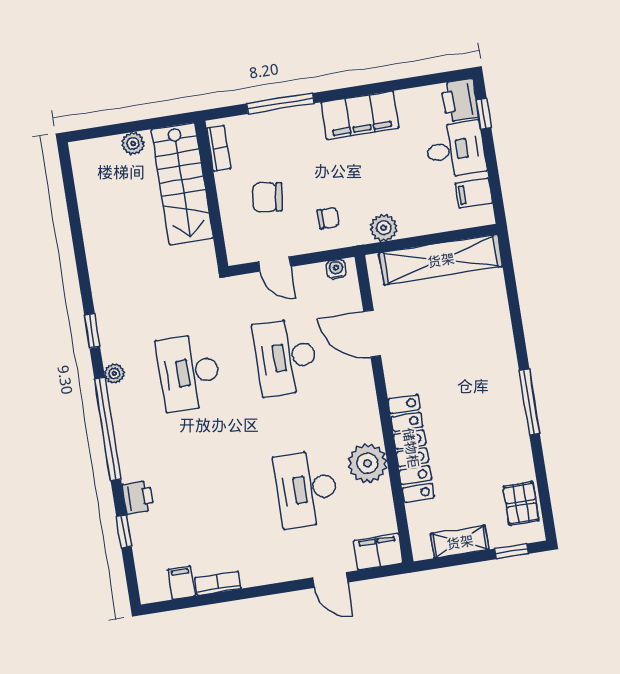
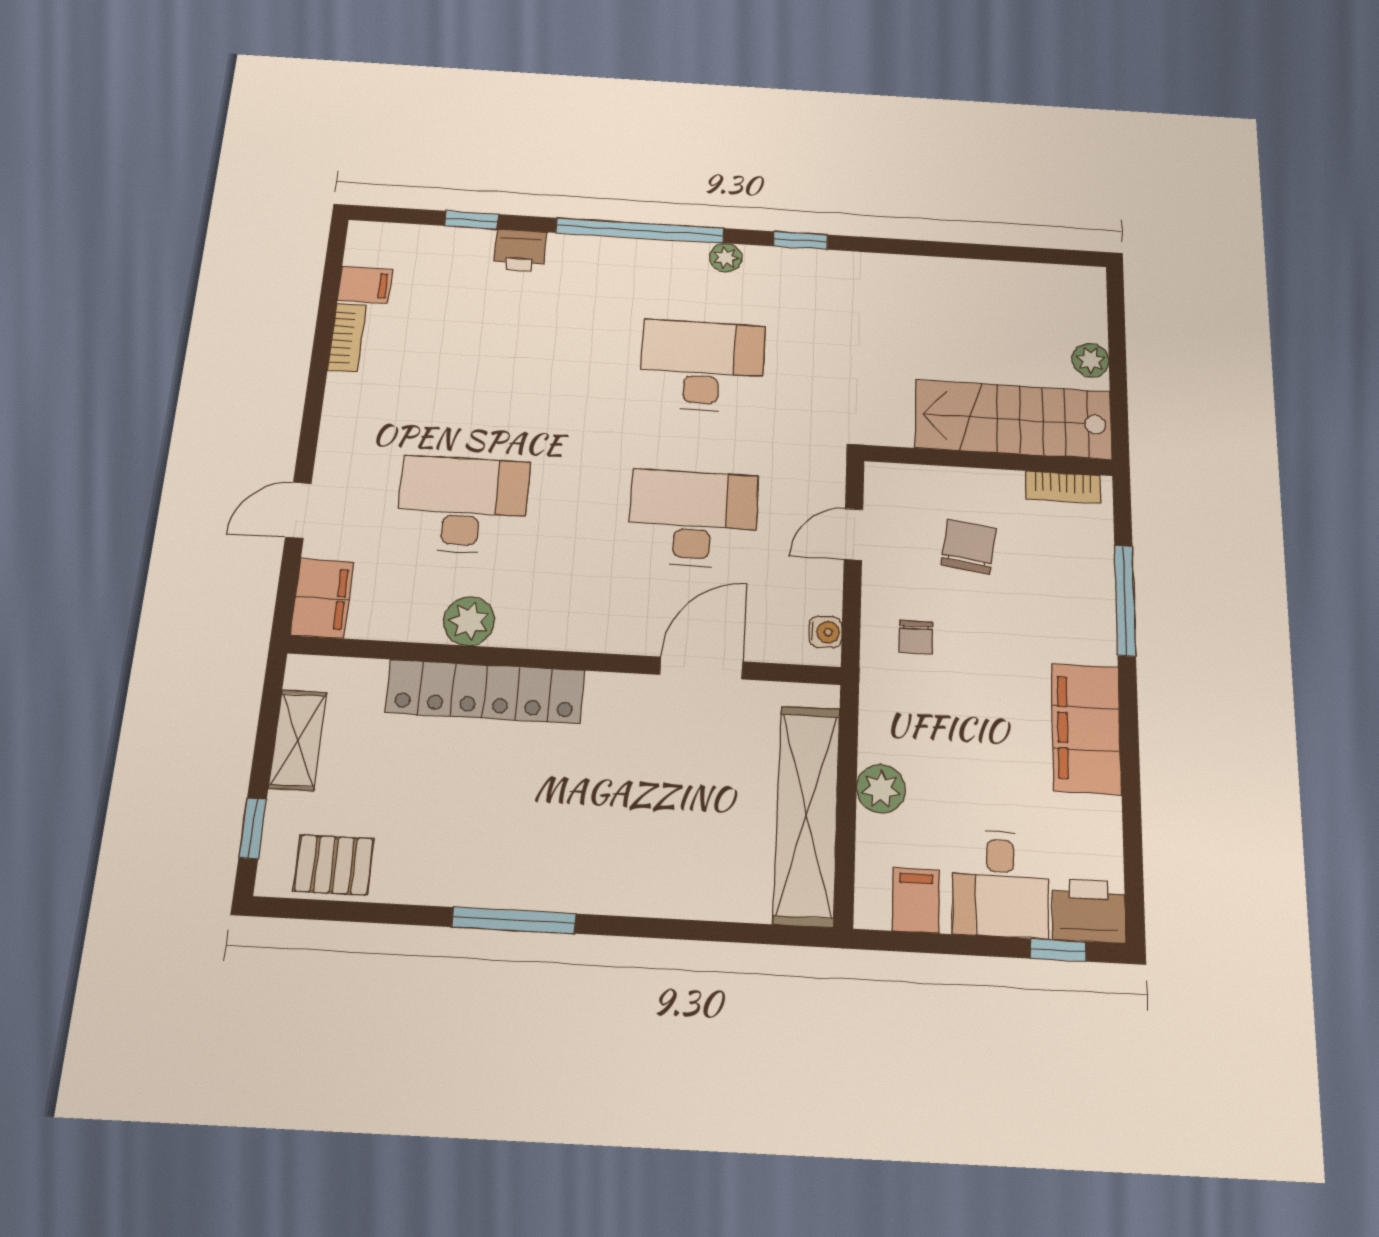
plant: (384, 228) -> (881, 789), moved
plant: (368, 463) -> (469, 621), width x0.73, depth x0.73

